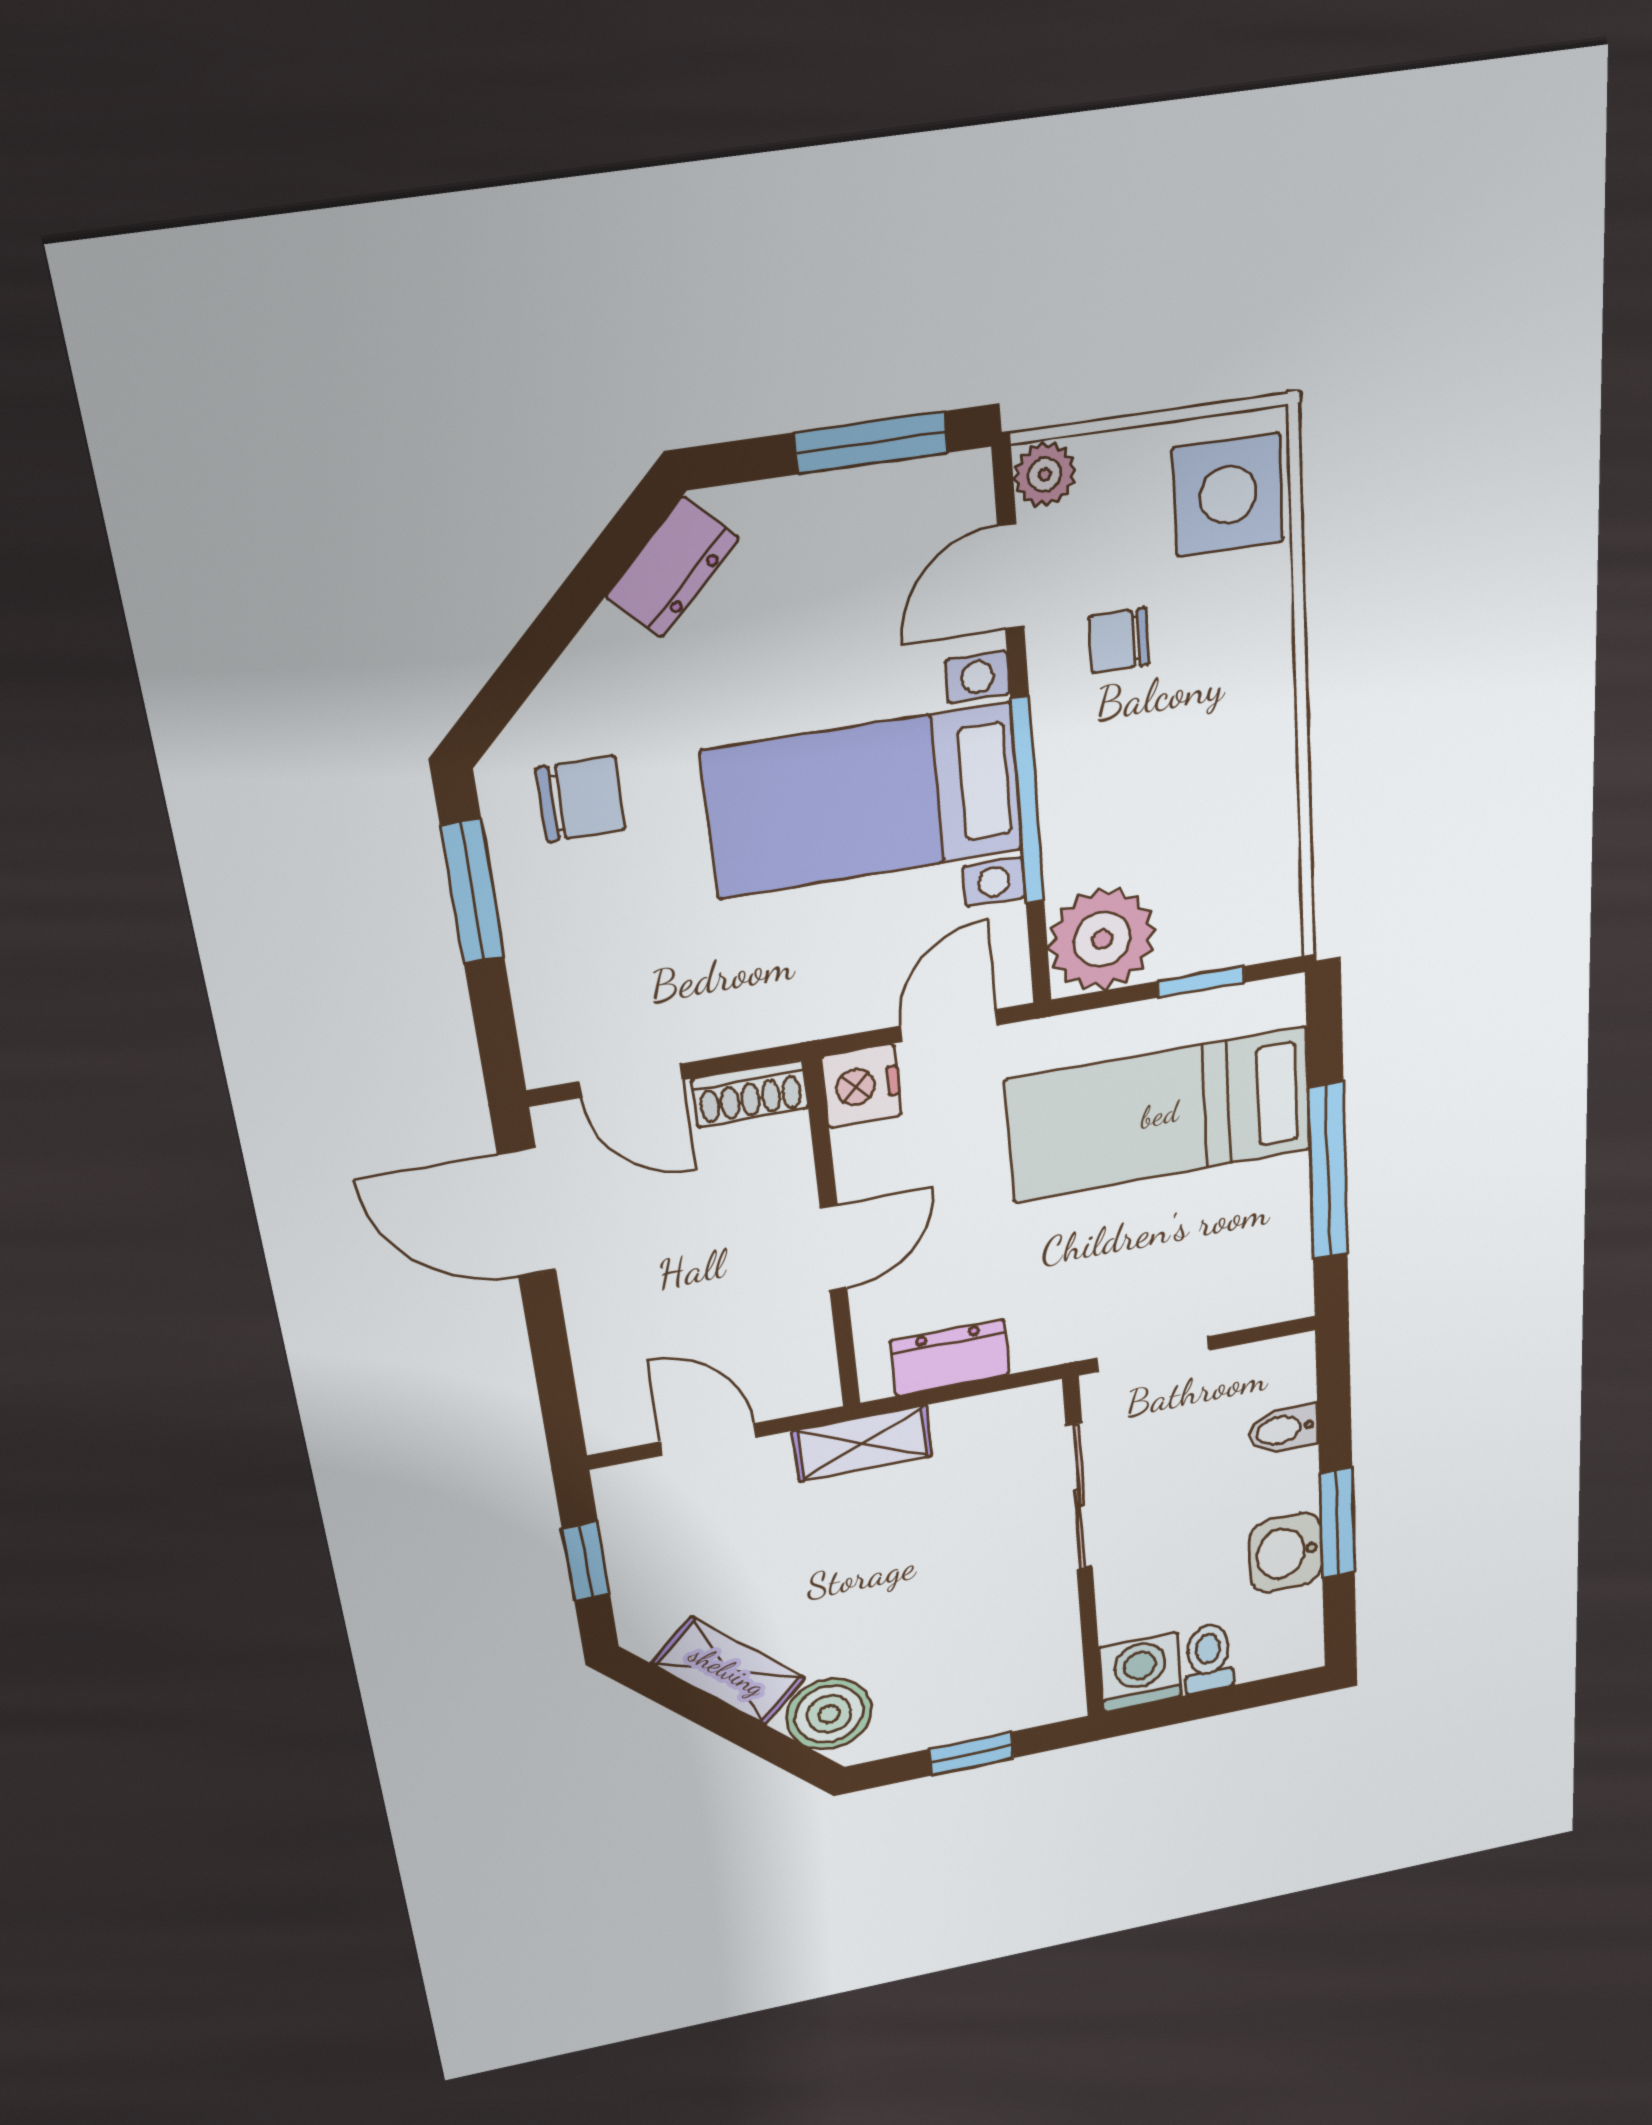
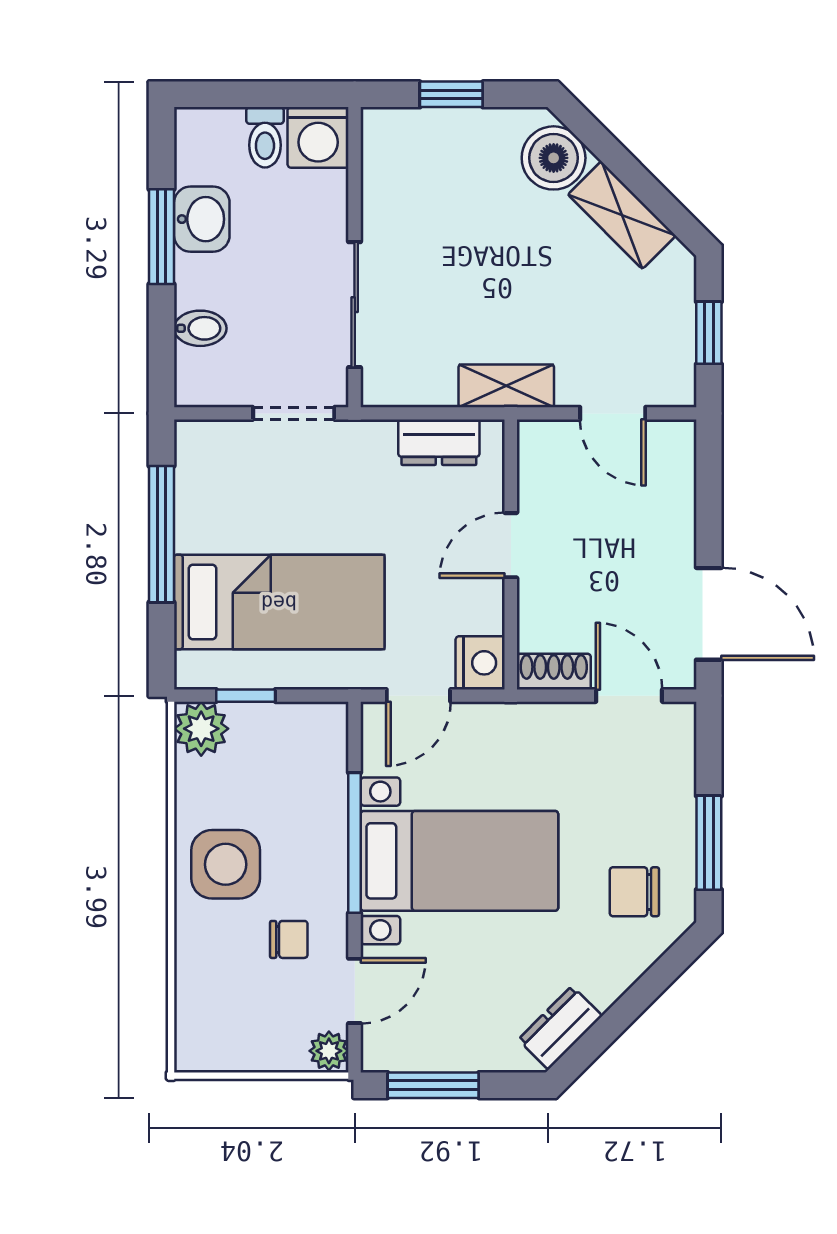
side table: (1228, 495) -> (226, 864), moved
plant: (1102, 939) -> (201, 729), moved, width x0.73, depth x0.73

